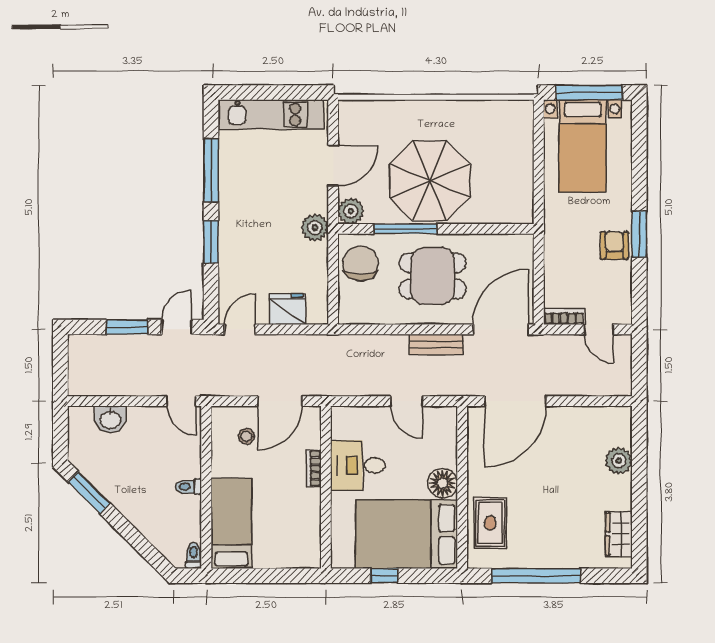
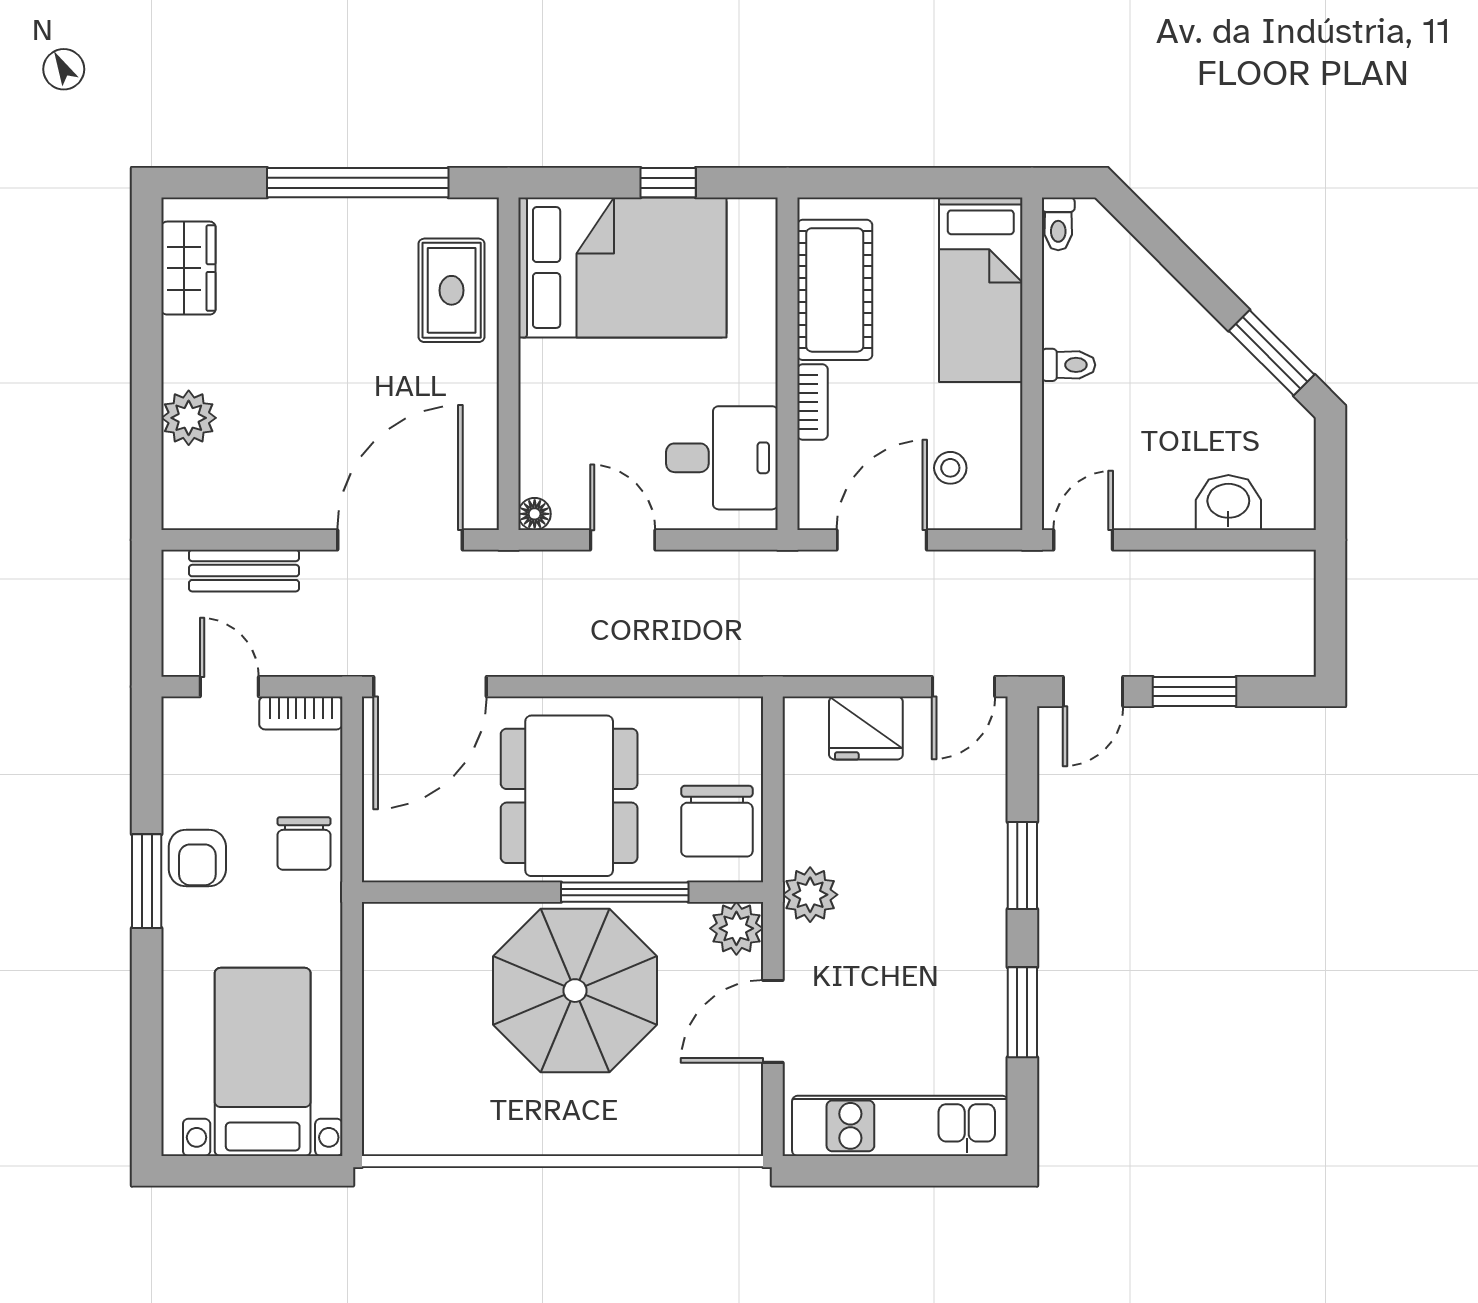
window: (589, 93) -> (249, 1171), removed
window: (211, 170) -> (1022, 1012), width x0.69
chair: (562, 253) -> (304, 843), added
dining table: (433, 276) -> (569, 796), width x1.38
bench: (436, 344) -> (244, 571), moved
door: (181, 401) -> (1083, 540), hinge flipped
desk: (358, 465) -> (722, 458), moved
floor lamp: (443, 483) -> (535, 514), moved, width x0.53, depth x0.53
cot: (303, 523) -> (835, 290), added

